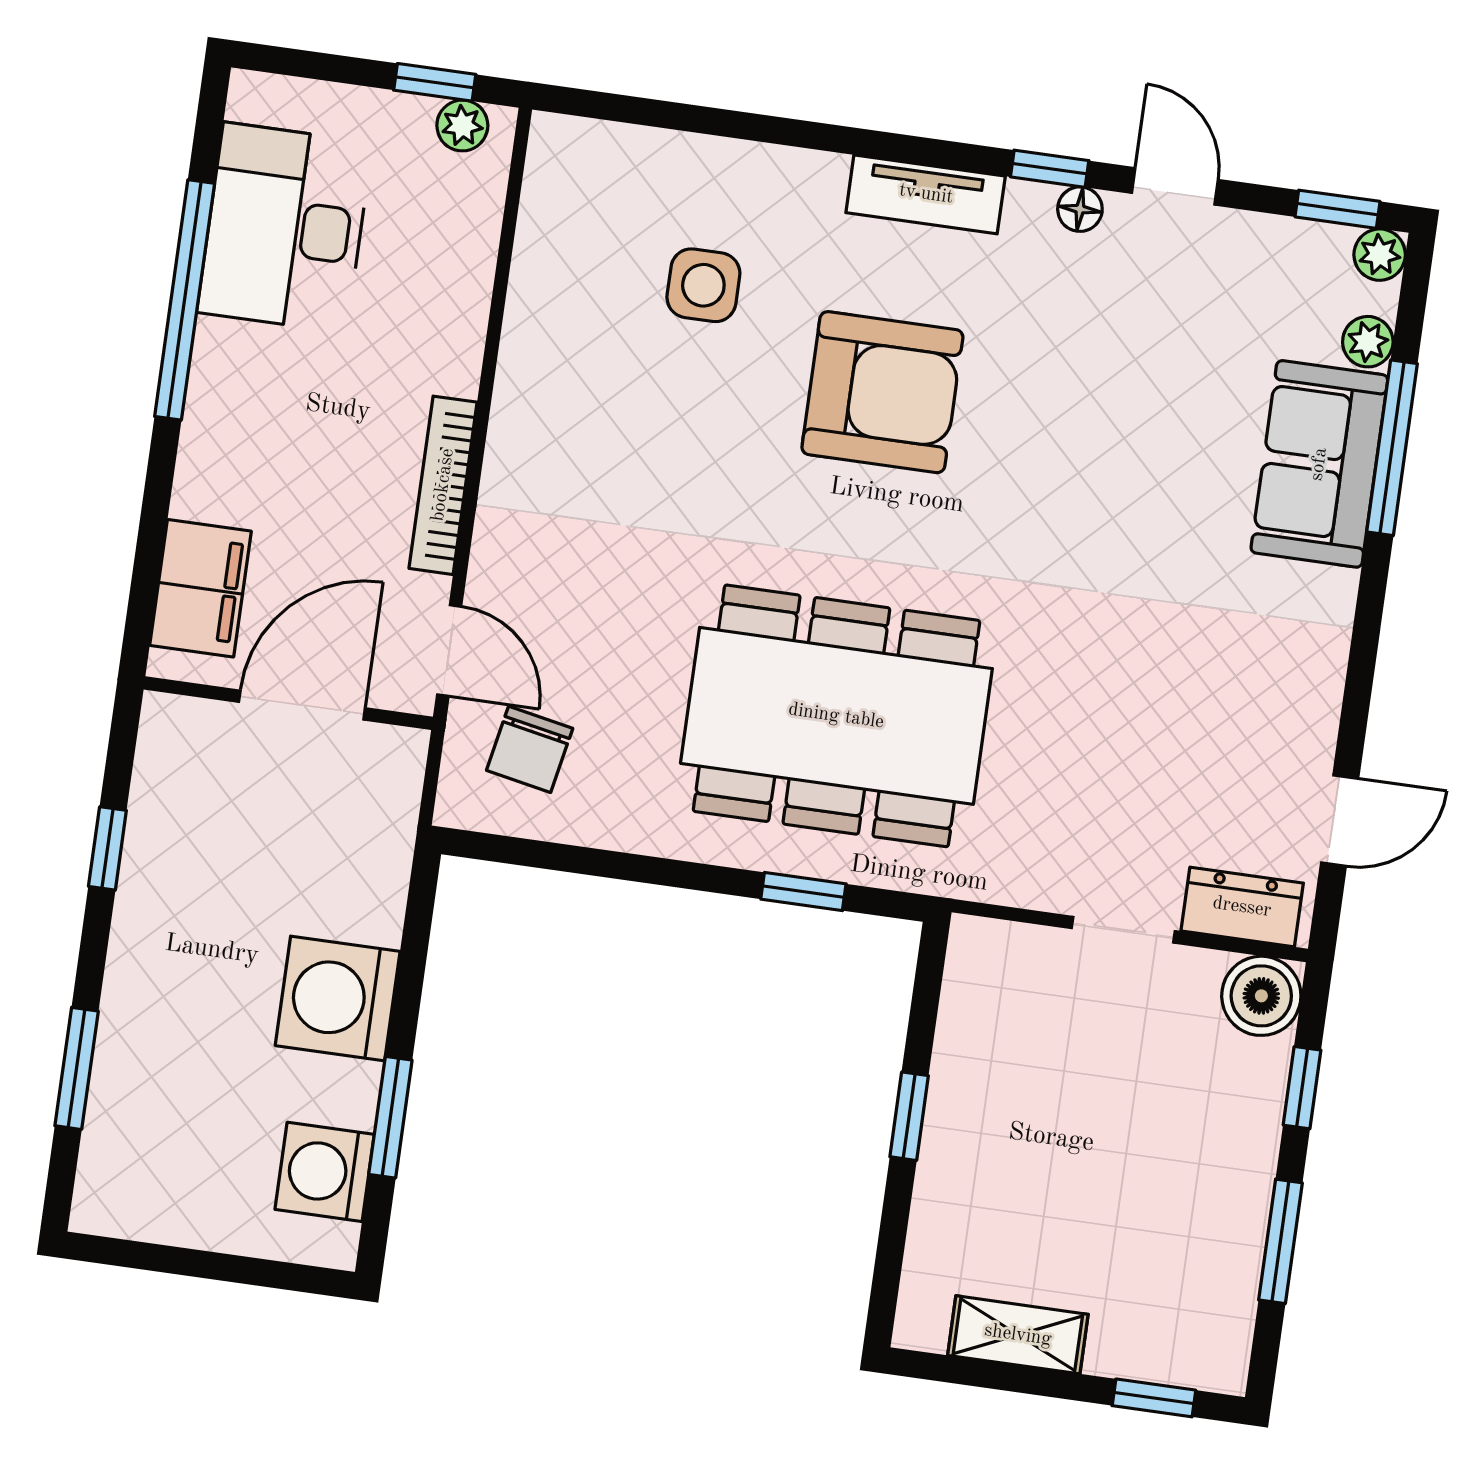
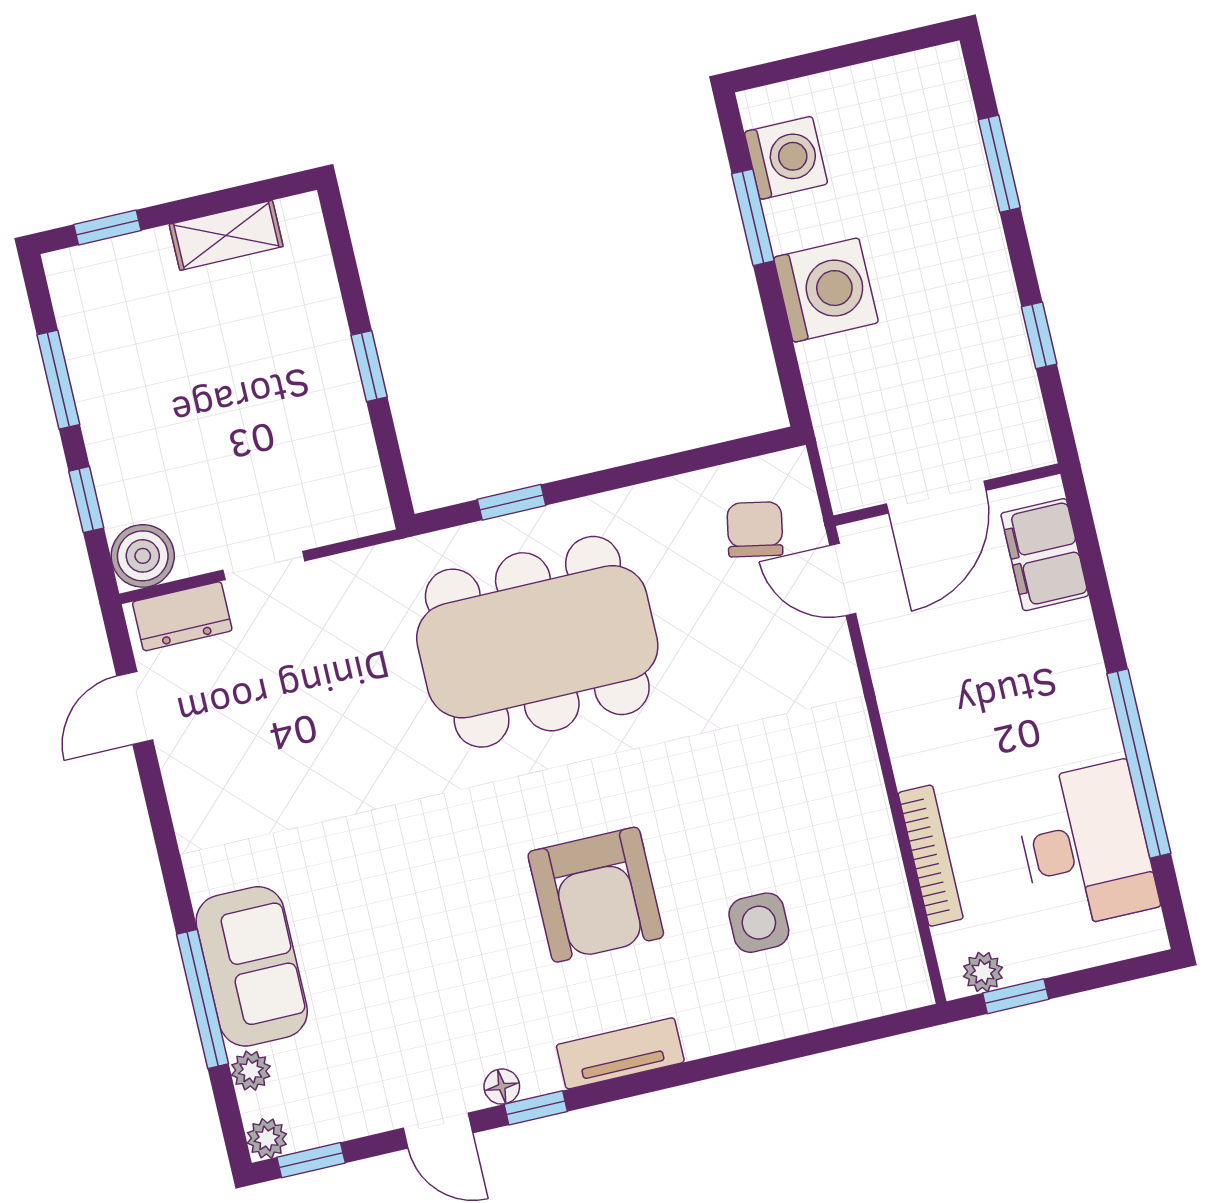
armchair: (882, 392) -> (596, 895), turned -90
bookcase: (443, 485) -> (931, 856), moved

